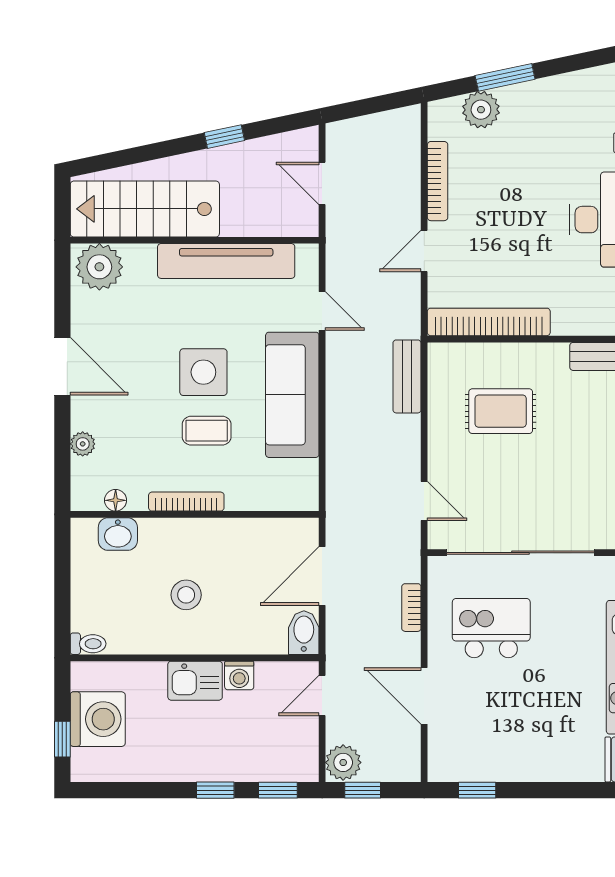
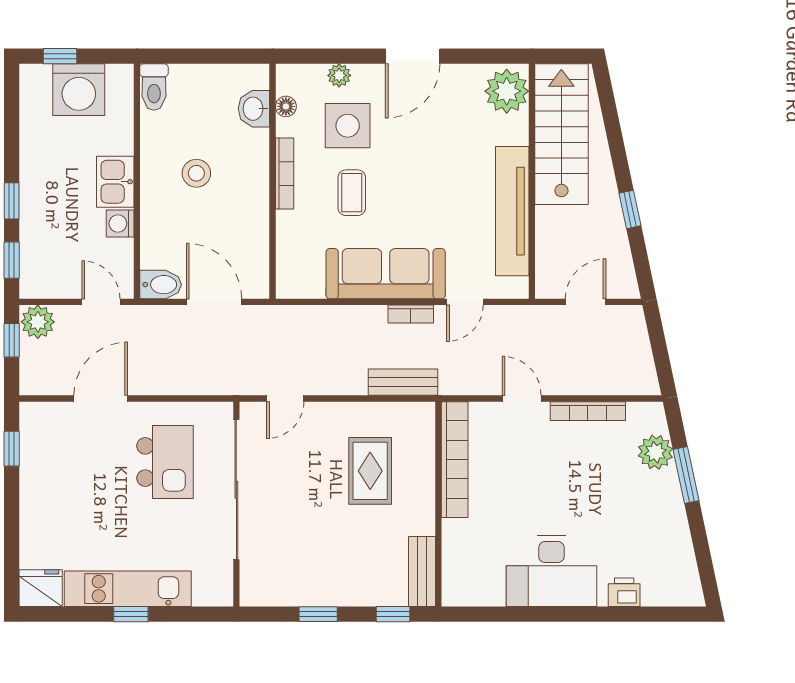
side table: (203, 372) -> (348, 126), moved
bookcase: (411, 608) -> (411, 314), moved, turned 180
toilet: (88, 644) -> (154, 87), width x1.37, depth x1.39

